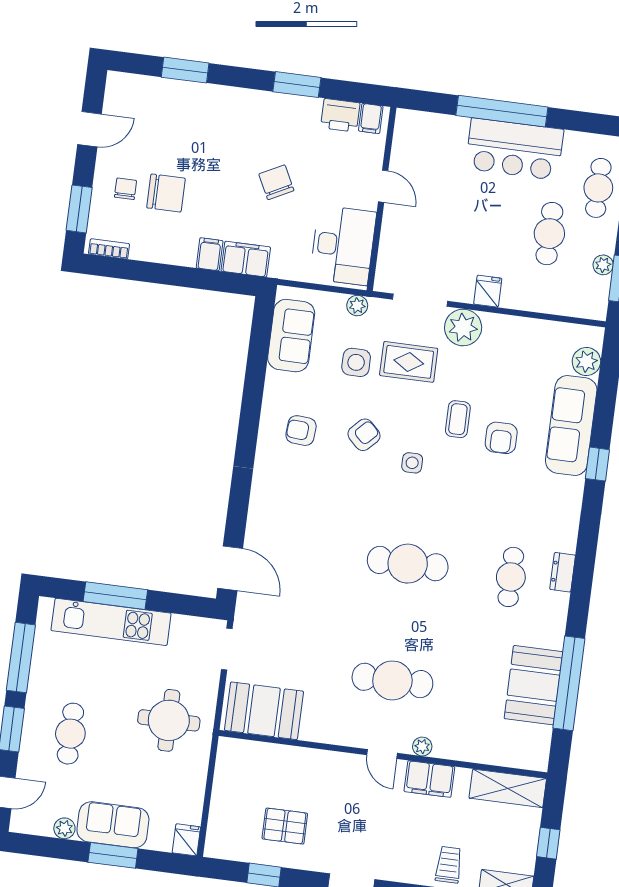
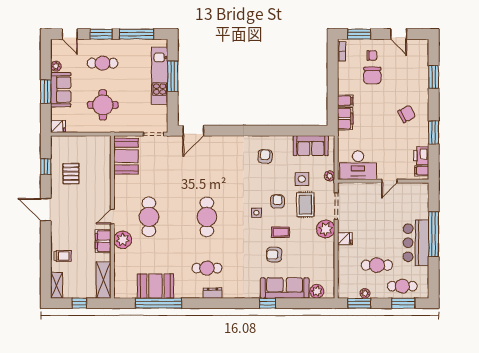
chair: (276, 182) -> (407, 114), moved
armchair: (364, 435) -> (278, 201), moved, turned -134
round table: (169, 720) -> (103, 105), moved
plant: (422, 747) -> (123, 240), width x1.88, depth x1.88

